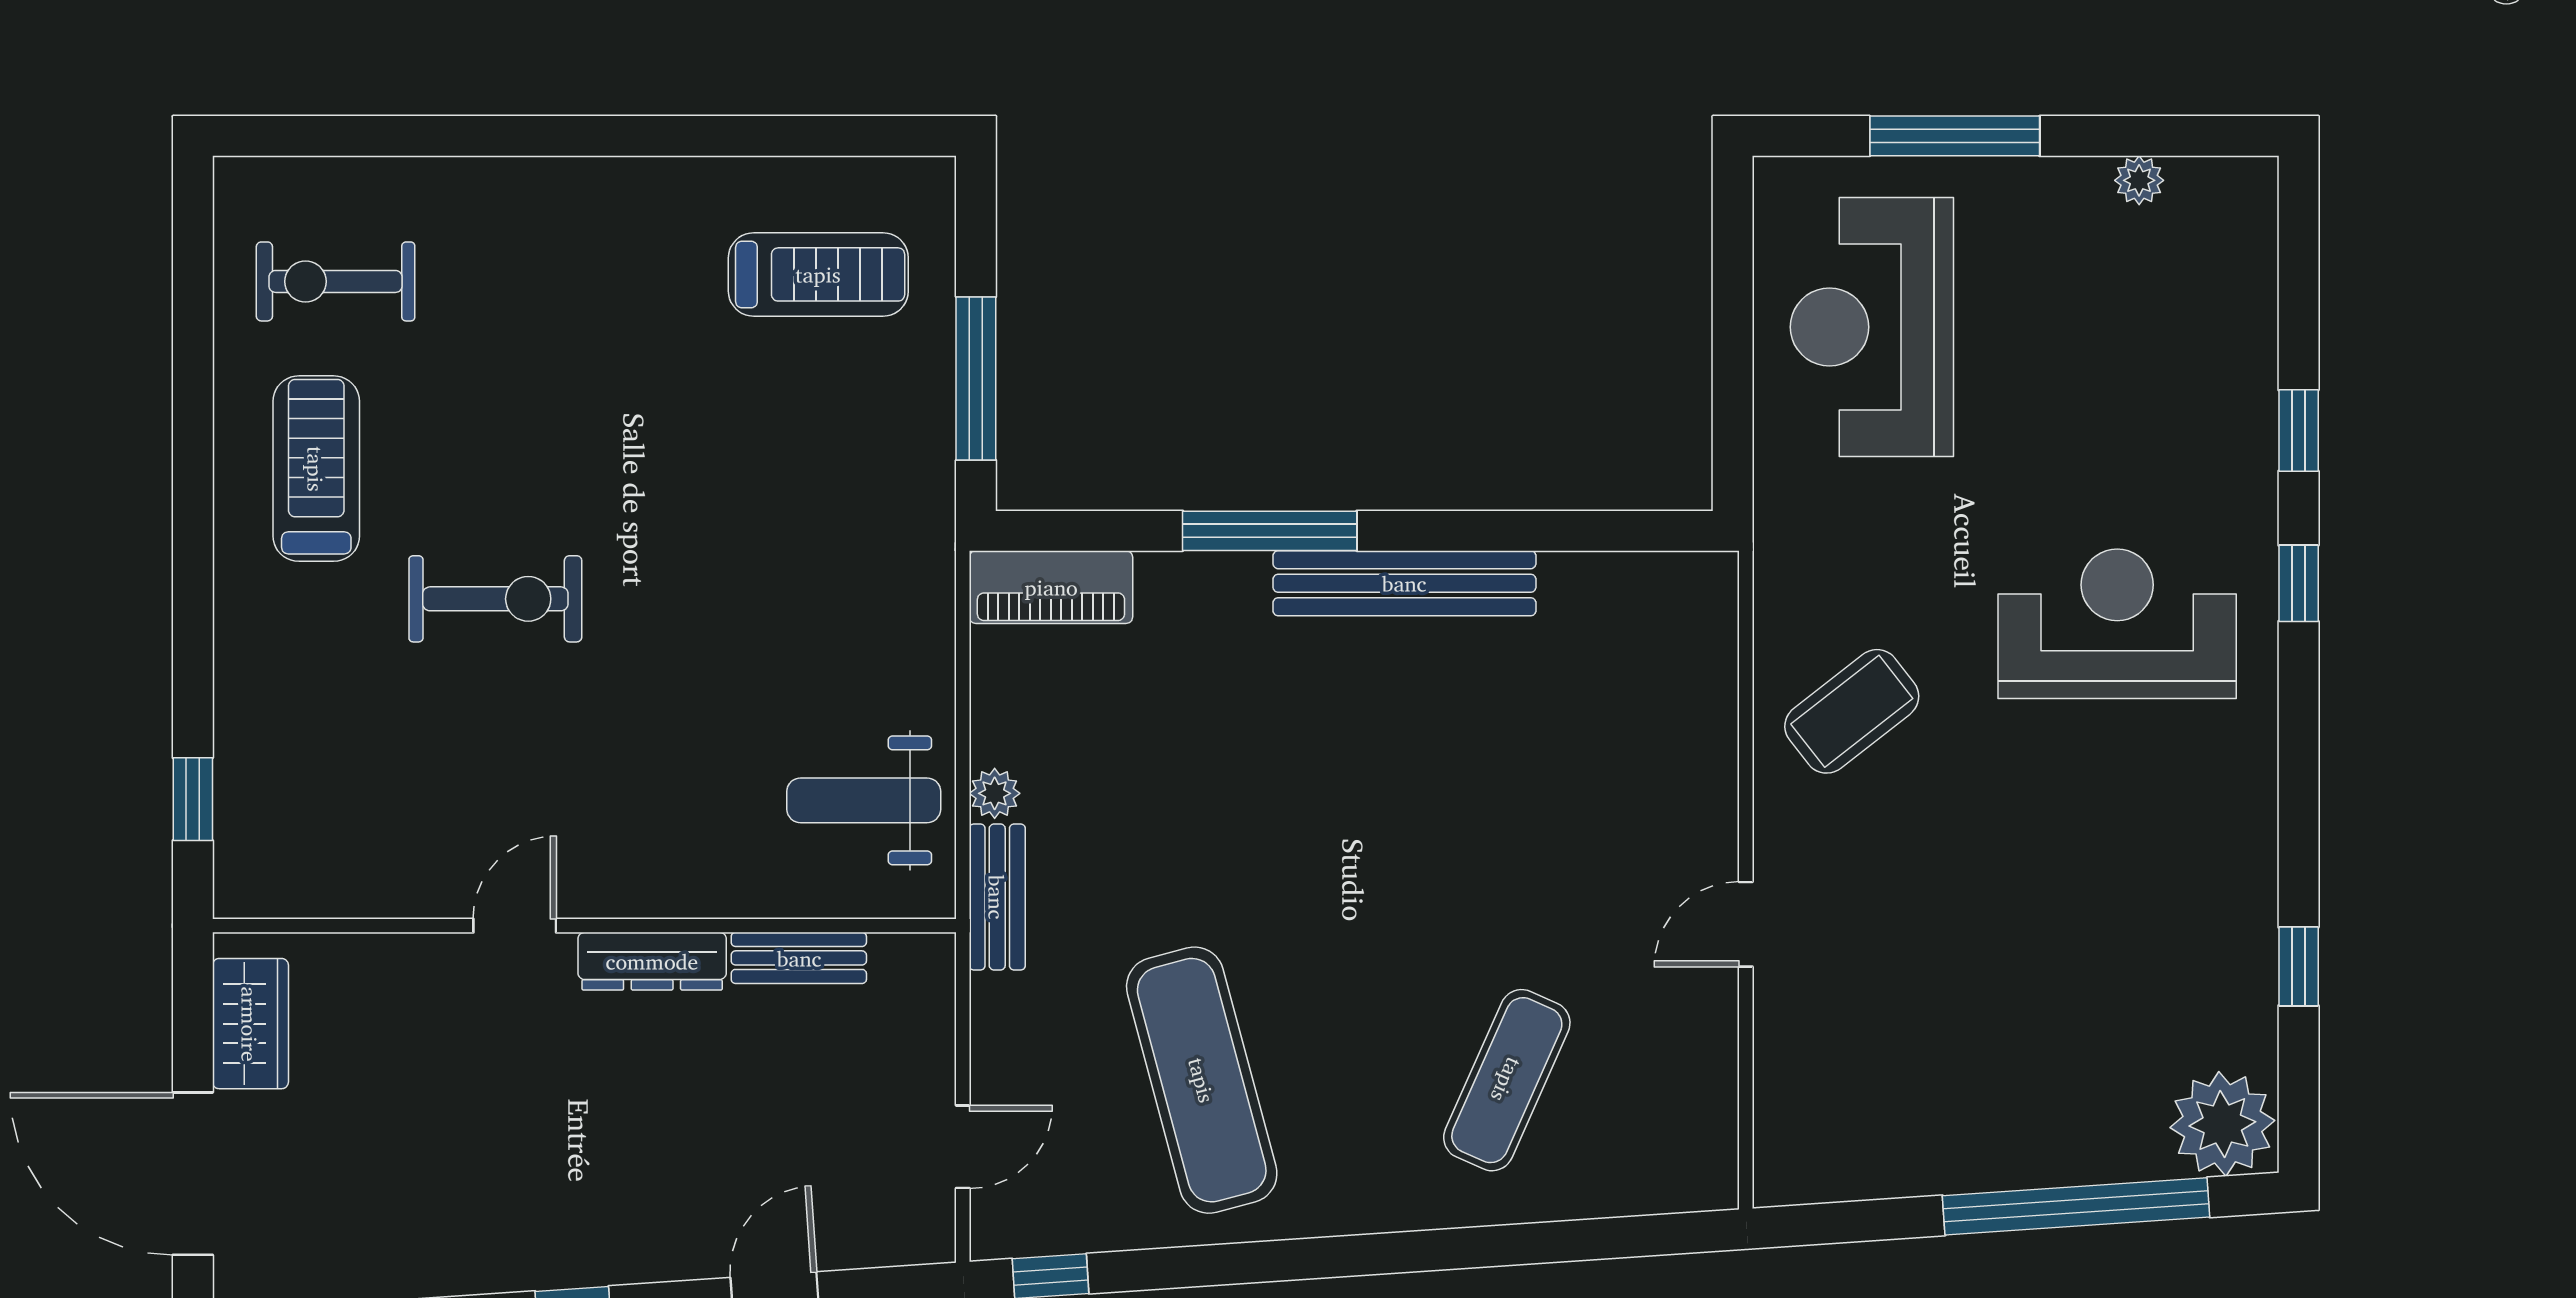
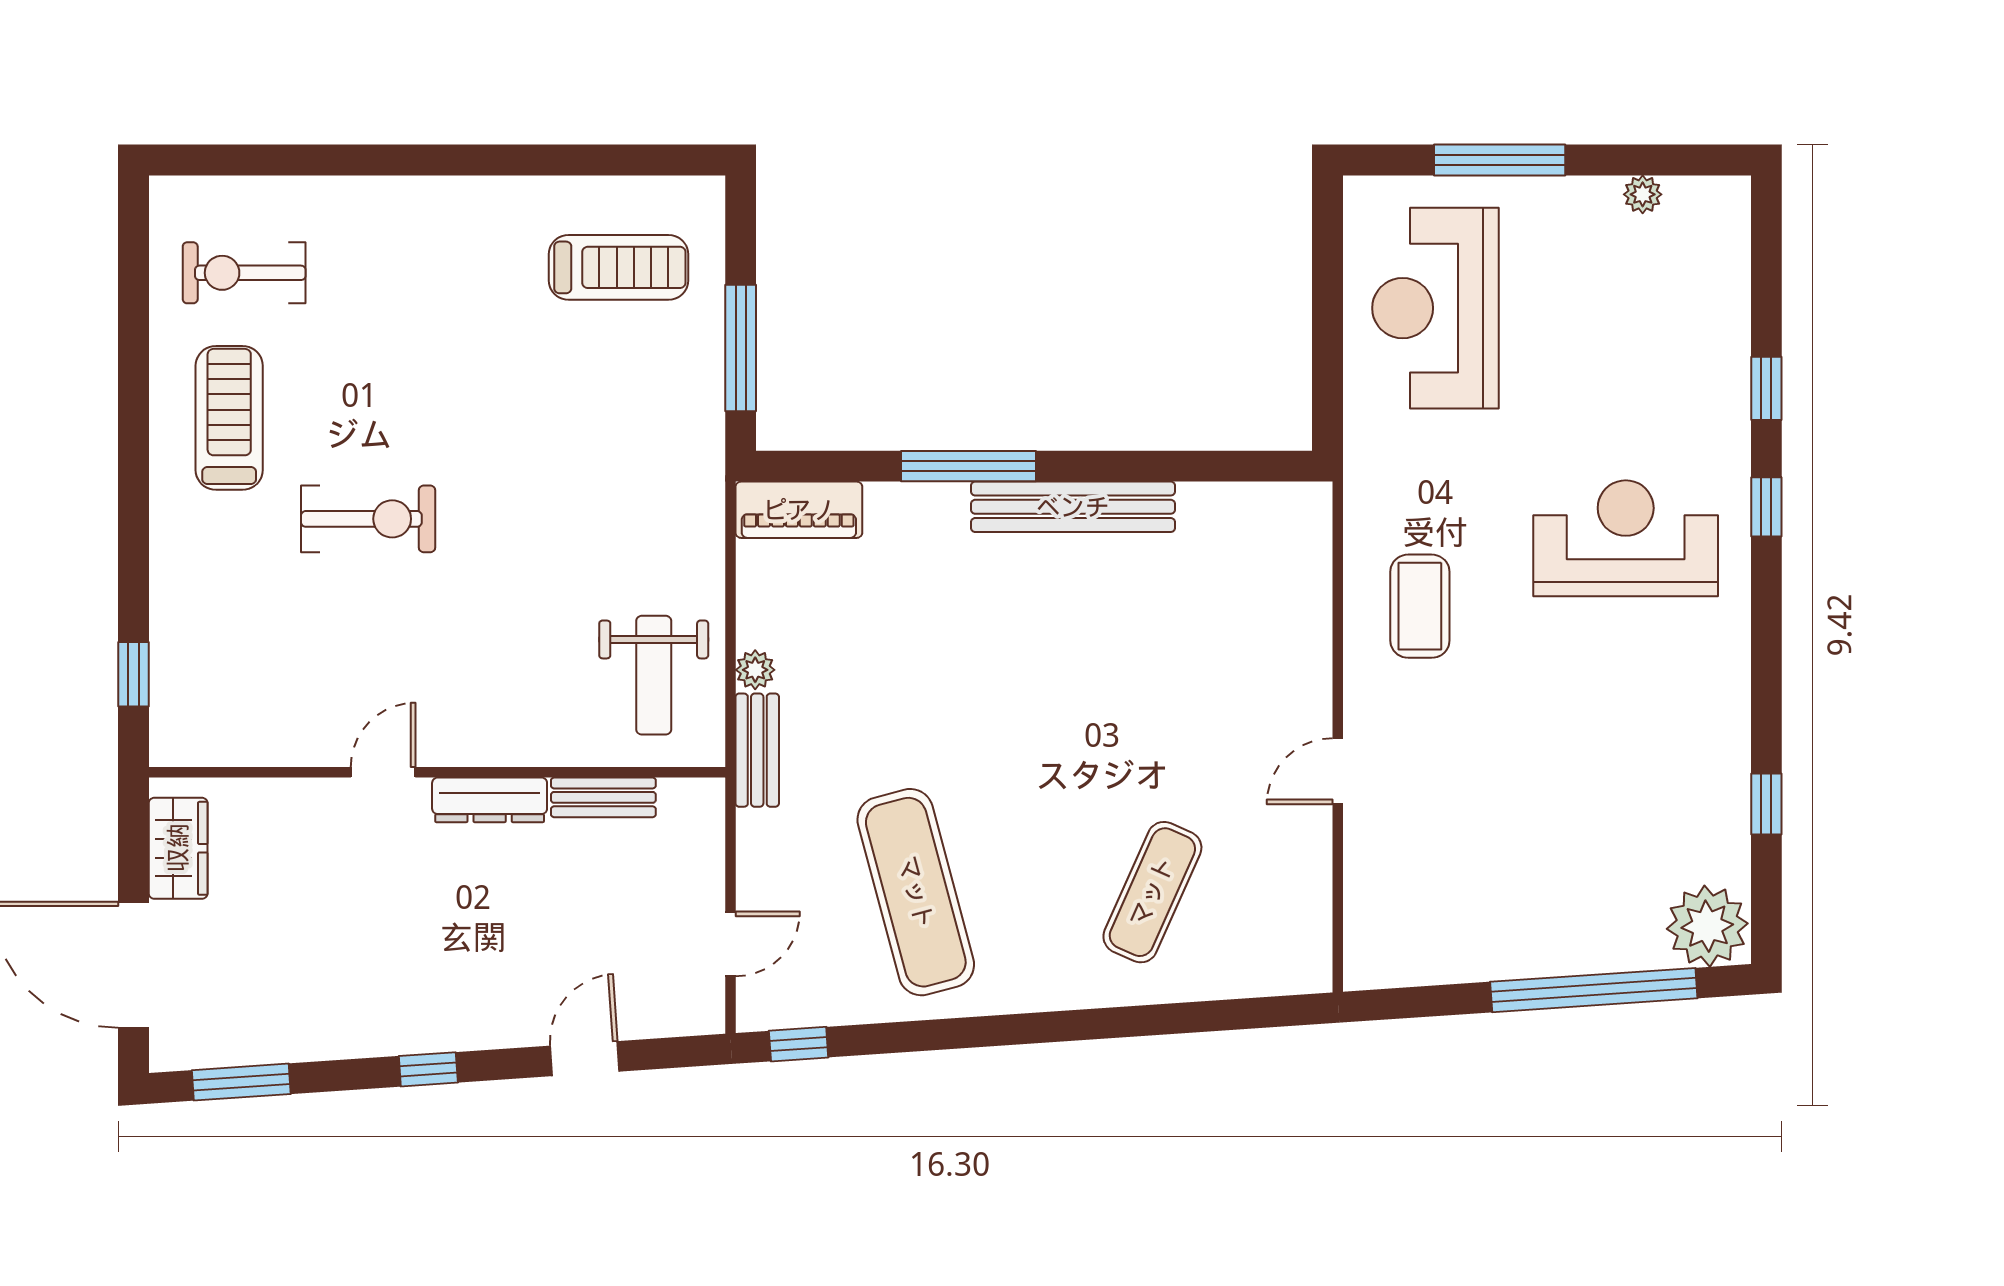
coffee table: (1852, 711) -> (1420, 606), turned -52
weight bench: (864, 800) -> (654, 675), turned -90

